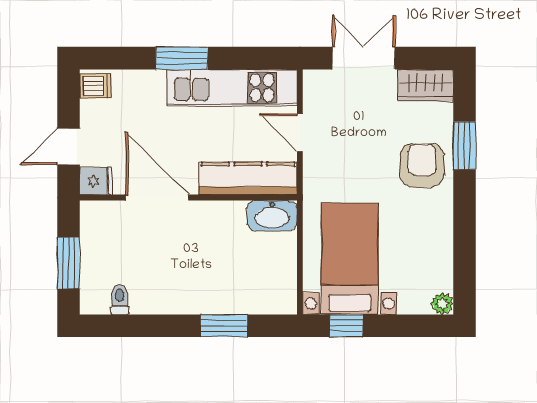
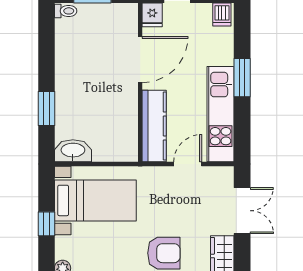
washbasin: (272, 216) -> (73, 151), moved, turned 90
toilet: (120, 299) -> (66, 11), moved
window: (346, 326) -> (46, 224), moved

